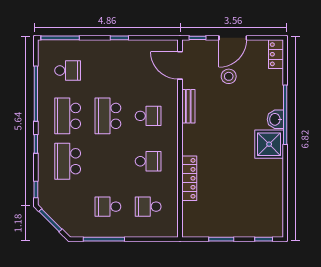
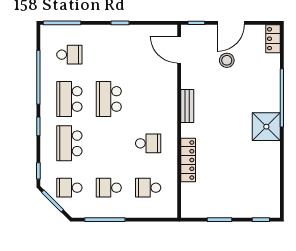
bench: (188, 106) -> (187, 106), moved
school desk: (148, 116) -> (69, 188), moved, turned 180
washbasin: (275, 119) -> (272, 102), removed

